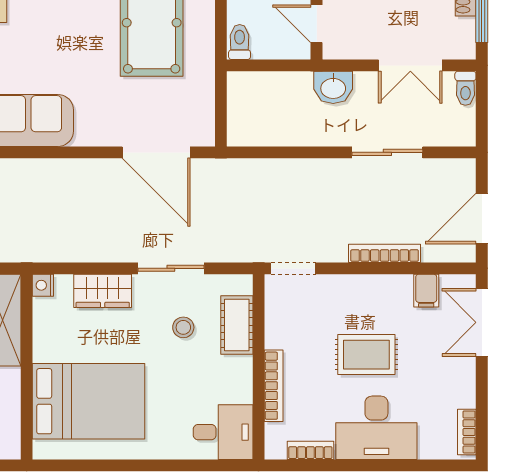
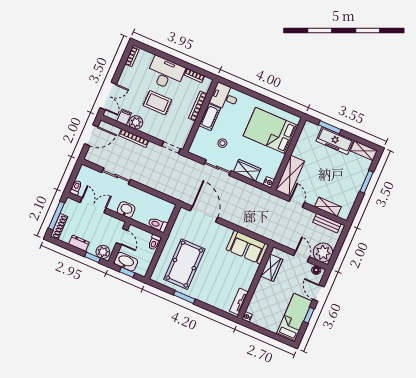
toilet: (248, 84) -> (158, 225), added
plant: (395, 290) -> (136, 122), added
cot: (237, 325) -> (210, 117), moved

